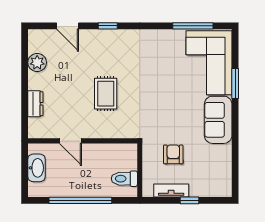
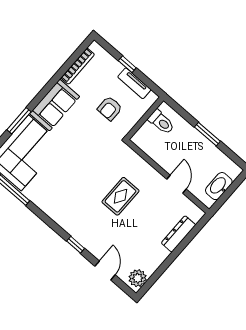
plant: (37, 63) -> (138, 278), moved
dresser: (35, 104) -> (179, 234), width x1.44
bookcase: (227, 165) -> (78, 66), added
window: (80, 200) -> (207, 134), width x0.47

